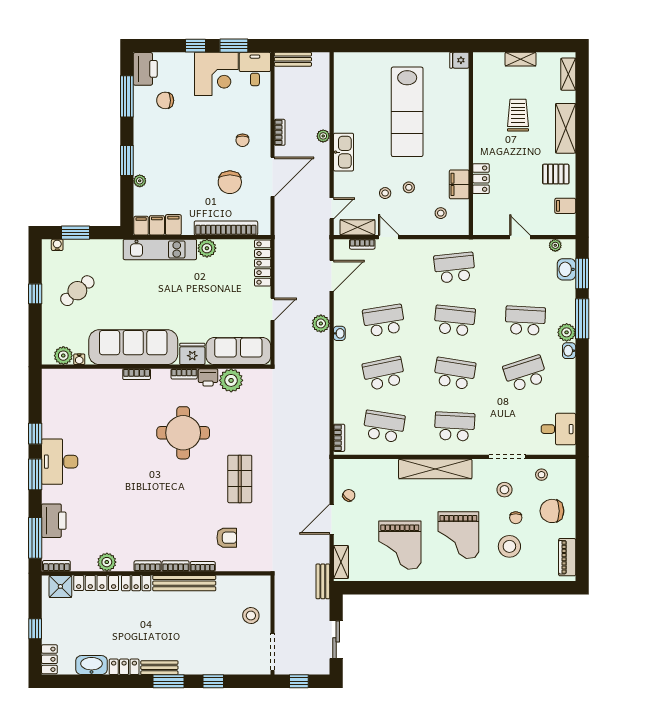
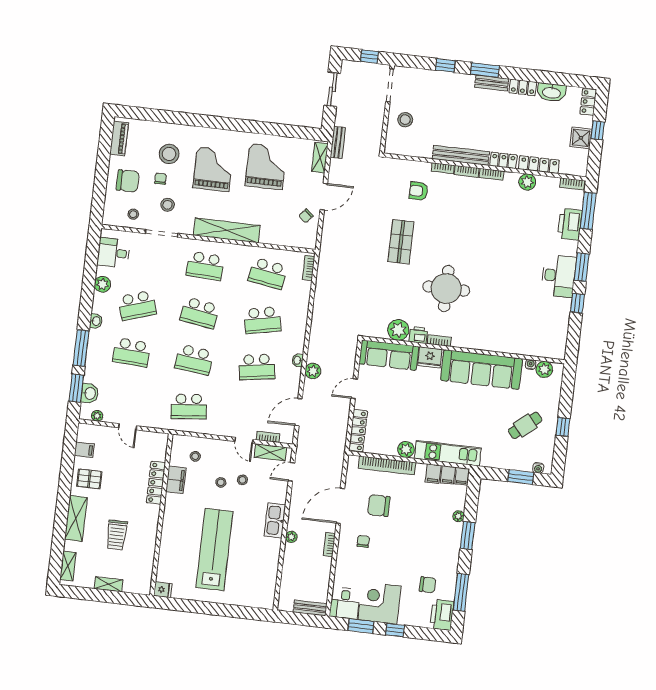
locker: (481, 179) -> (156, 483), width x1.53
chair: (230, 182) -> (379, 506), turned -90
plant: (567, 332) -> (102, 284), moved
bookcase: (137, 374) -> (481, 345), removed
shower: (60, 586) -> (581, 138), moved

